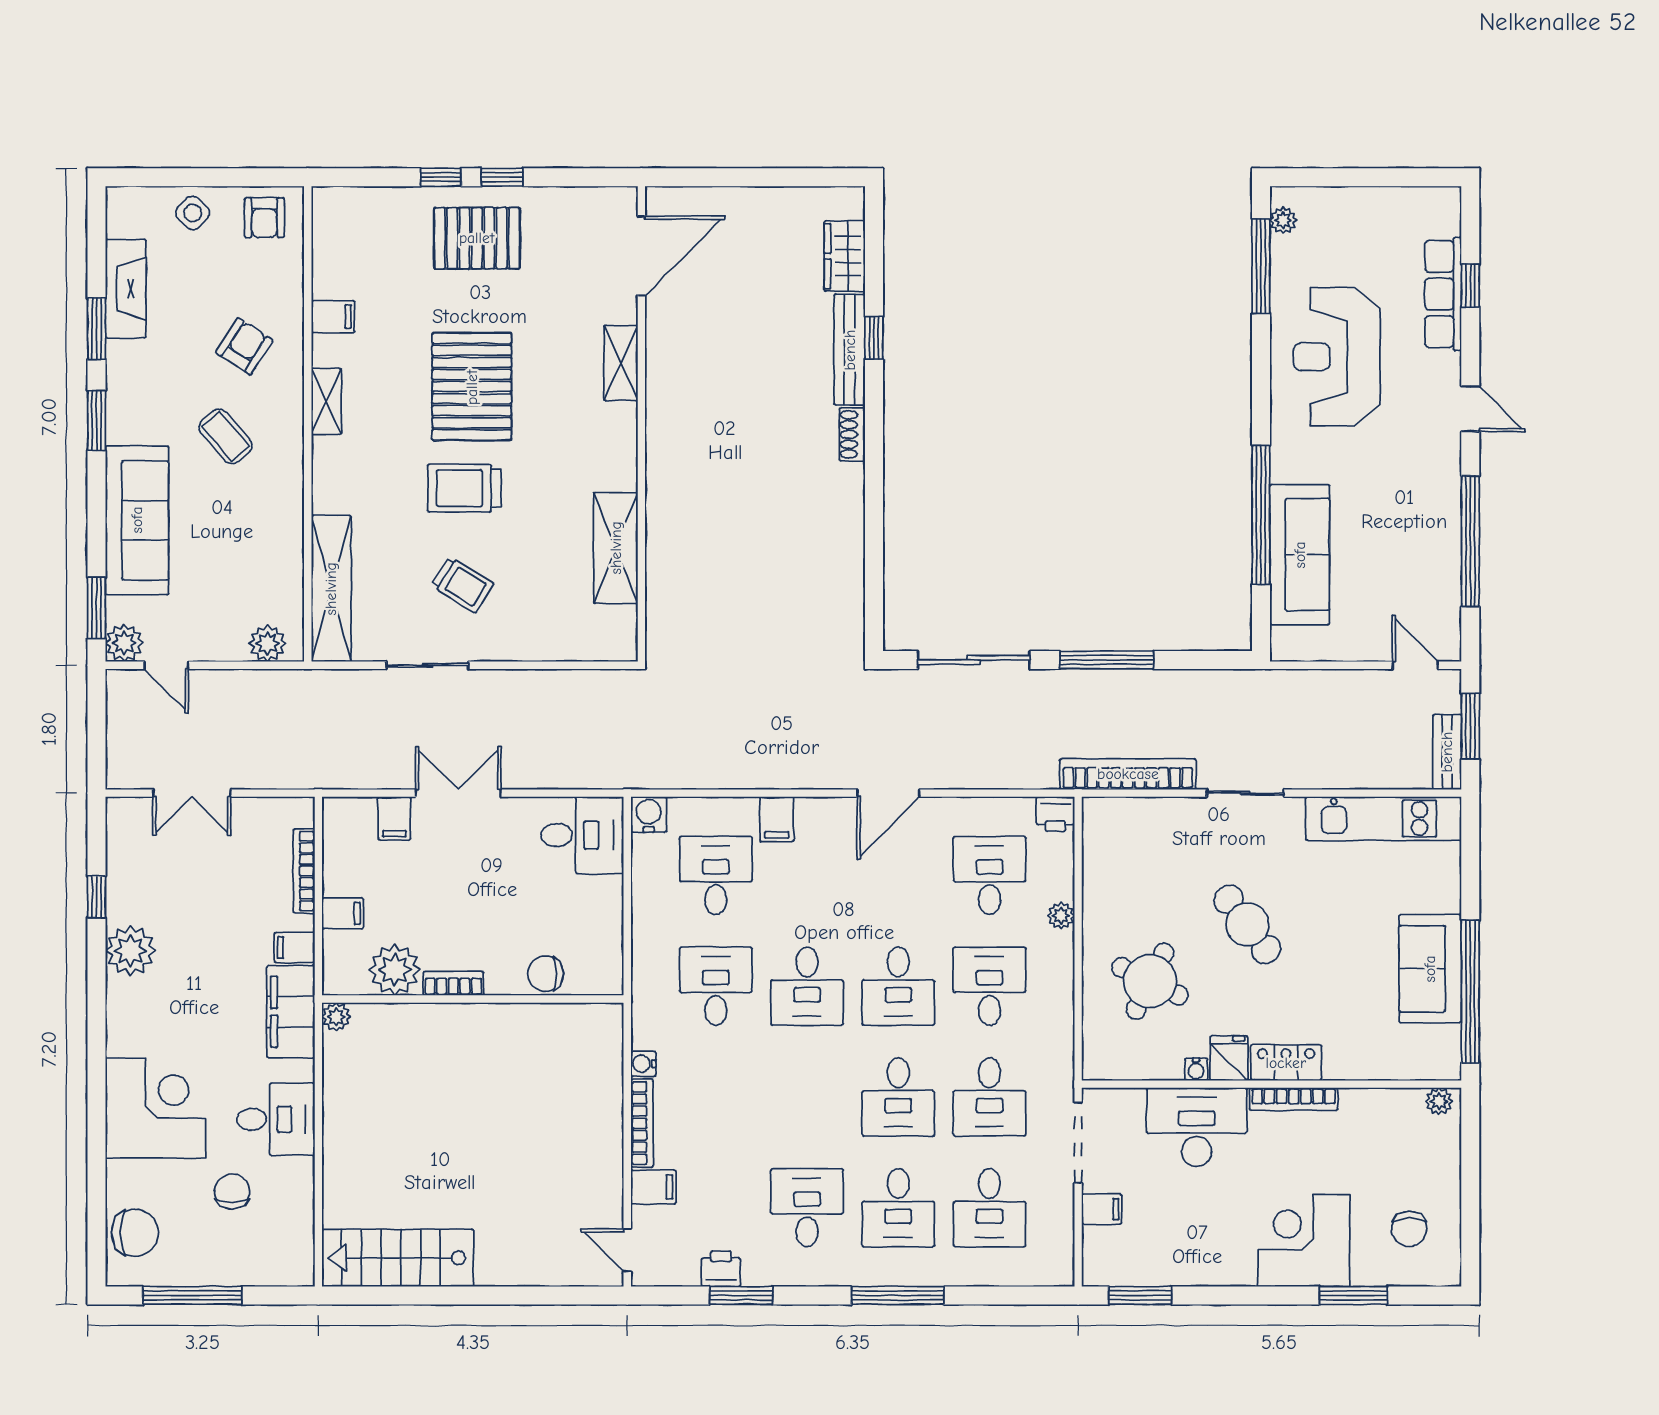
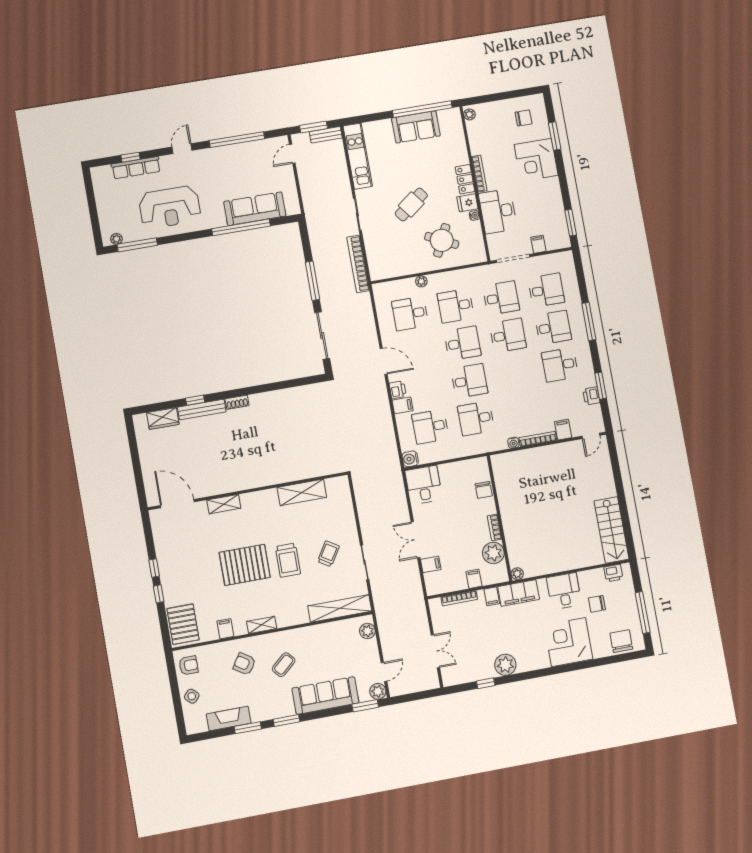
pallet: (477, 238) -> (183, 624), moved
printer: (1055, 814) -> (398, 390), moved
printer: (296, 1244) -> (613, 573), added

